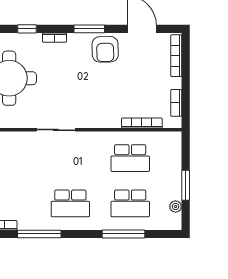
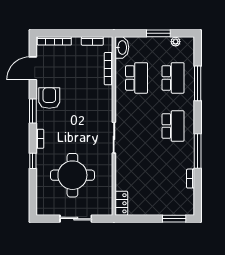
armchair: (105, 49) -> (49, 98), turned -89
washbasin: (168, 140) -> (122, 47), added

